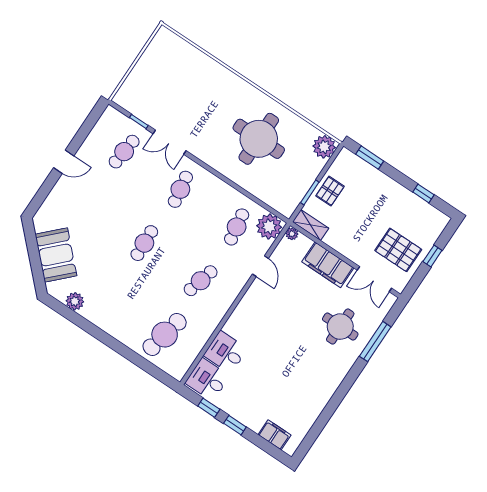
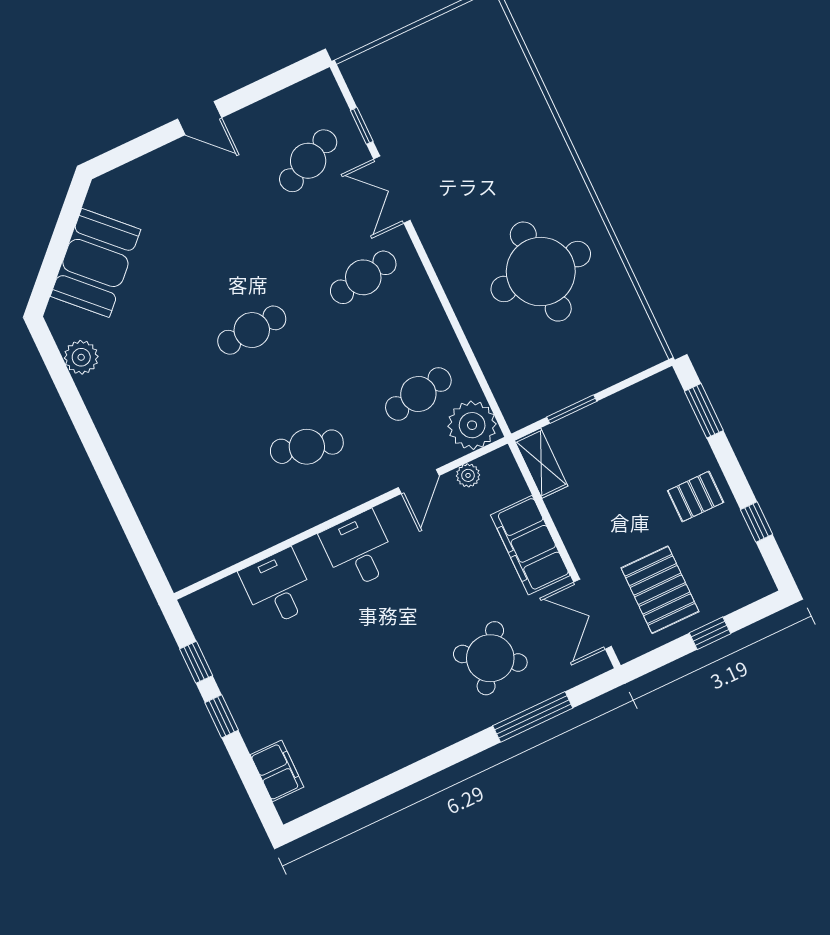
plant: (324, 147) -> (640, 349), removed
cafe table: (124, 152) -> (308, 161), turned -30
pallet: (330, 191) -> (696, 496), moved
plant: (292, 234) -> (468, 475), moved
round table: (340, 327) -> (490, 658), turned 34
cafe table: (165, 335) -> (195, 499), removed
desk: (207, 379) -> (359, 550), moved

